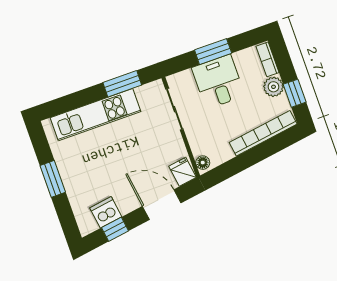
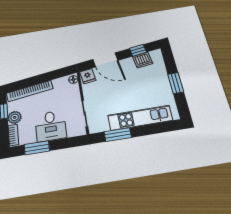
window: (213, 52) -> (37, 148), moved

